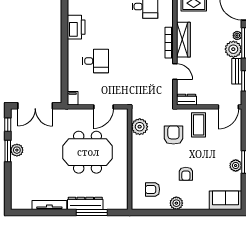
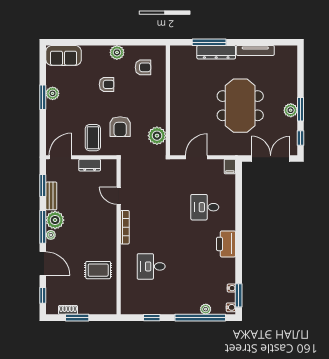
wardrobe: (183, 40) -> (109, 230), removed
dresser: (186, 100) -> (90, 165), moved
meeting table: (88, 152) -> (240, 106), moved, turned 90
armchair: (186, 174) -> (107, 84), turned 90

